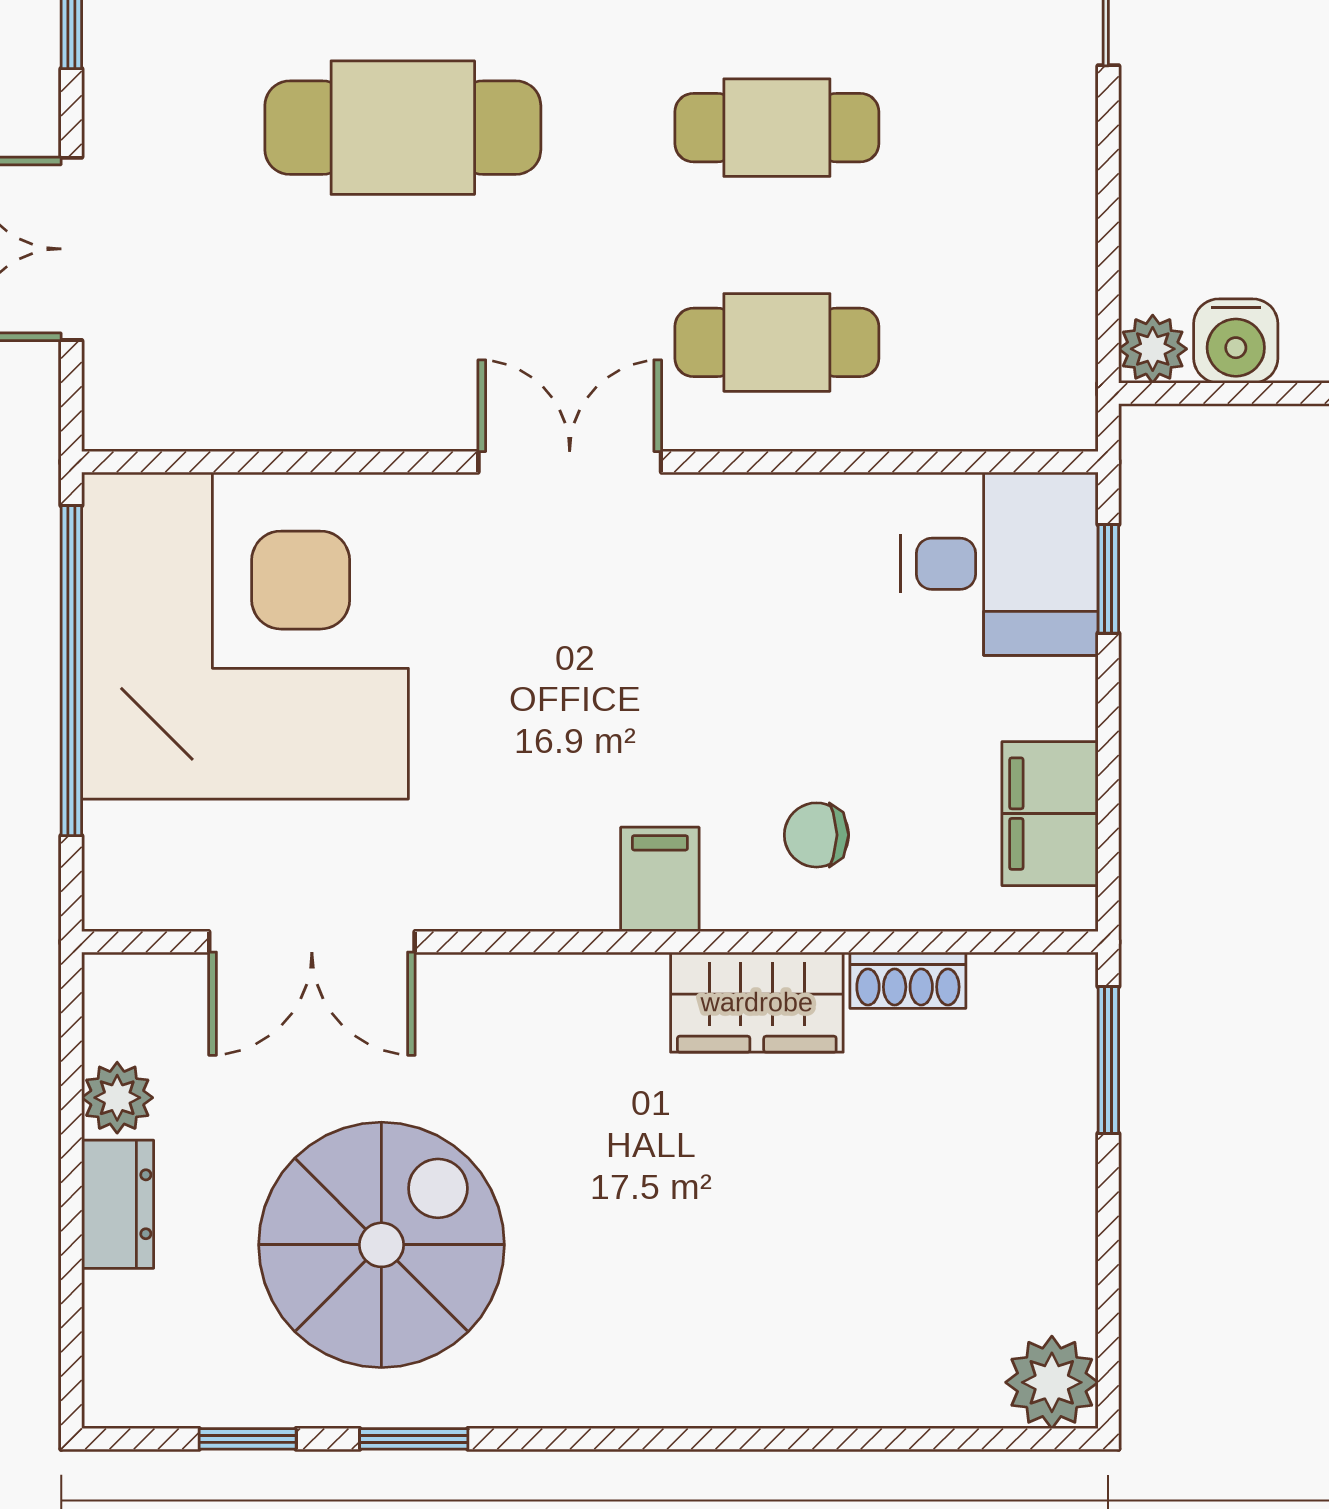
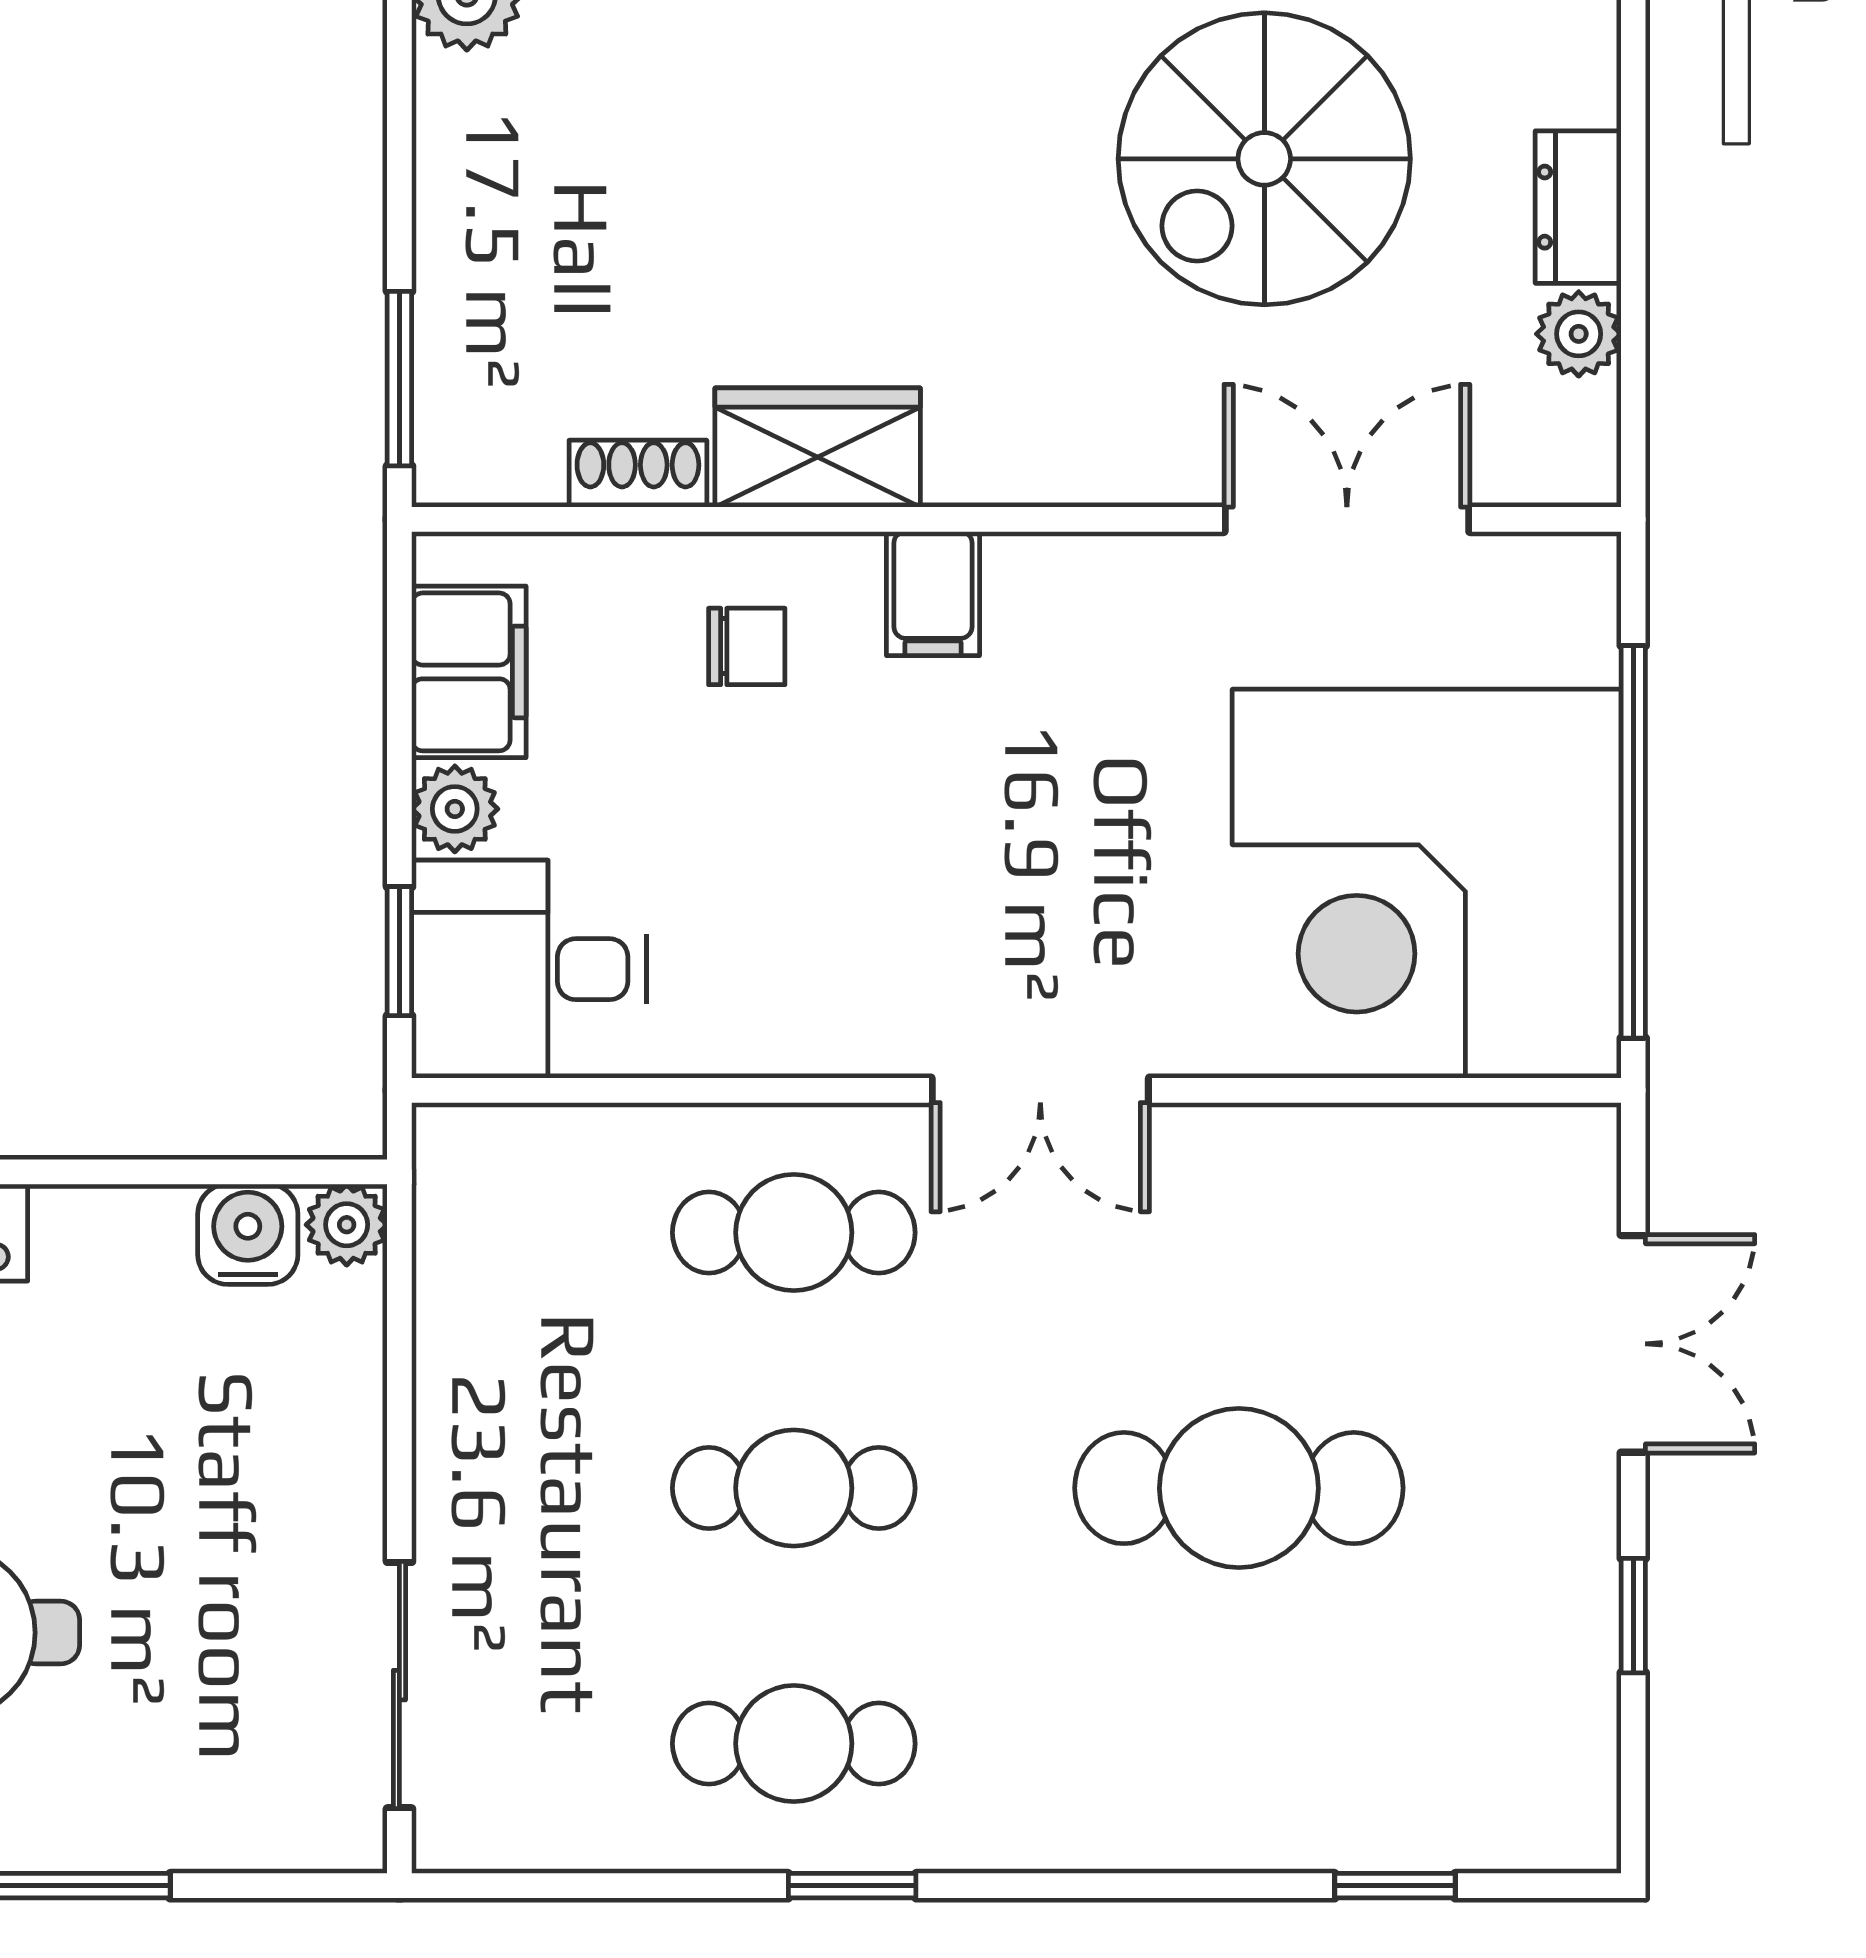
plant: (1062, 698) -> (455, 809), added

